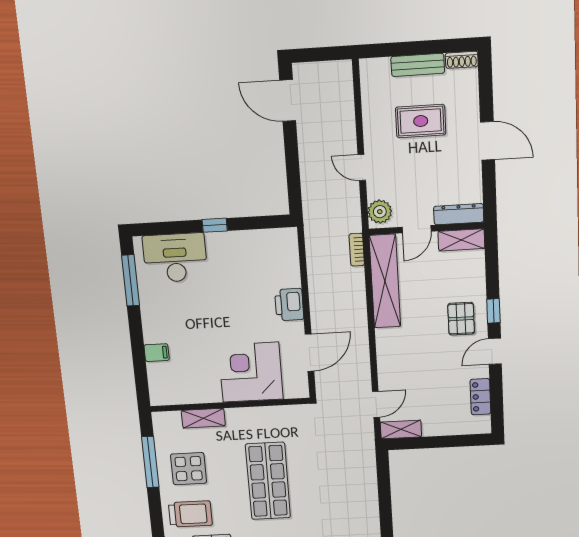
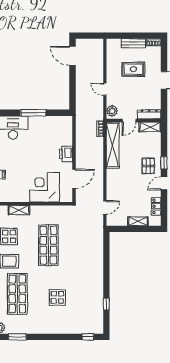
window: (215, 225) -> (33, 113), width x2.17
shelving: (401, 429) -> (138, 221), moved

